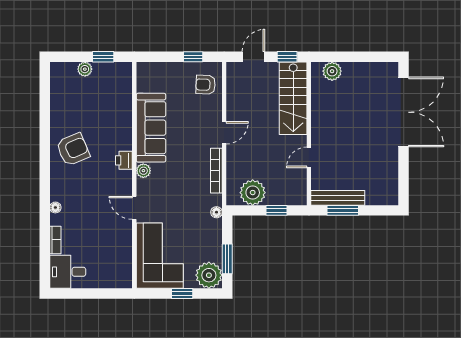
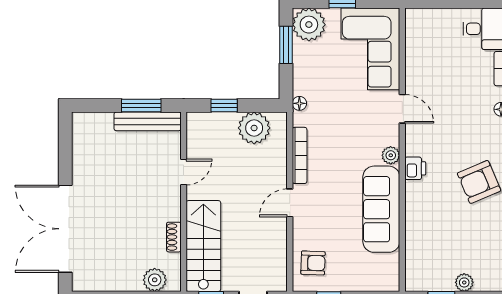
shoe rack: (317, 105) -> (174, 237), added

